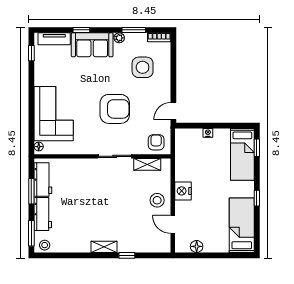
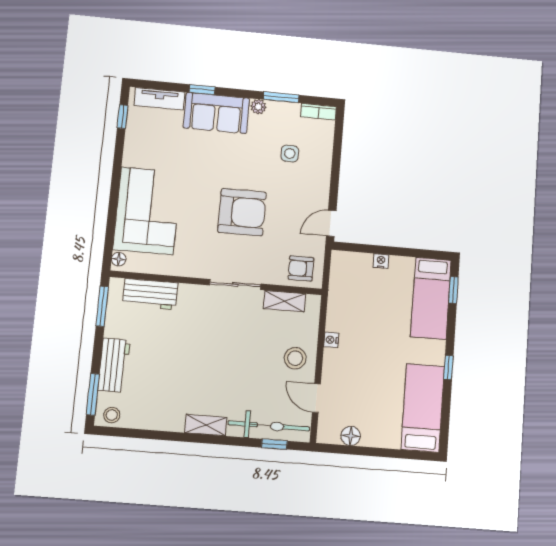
side table: (143, 67) -> (290, 154), width x0.54, depth x0.54
armchair: (156, 142) -> (301, 268), turned -90
workbench: (43, 179) -> (150, 294), moved, turned 90
window: (31, 191) -> (102, 306), moved
nightstand: (183, 191) -> (331, 340), width x0.53, depth x0.56
bicycle: (144, 244) -> (269, 426), added
window: (127, 255) -> (274, 444), moved

